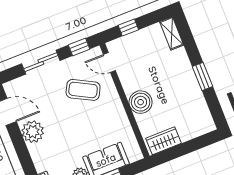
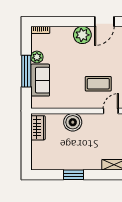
coffee table: (83, 90) -> (98, 84), turned 62

